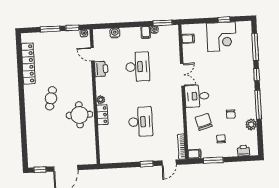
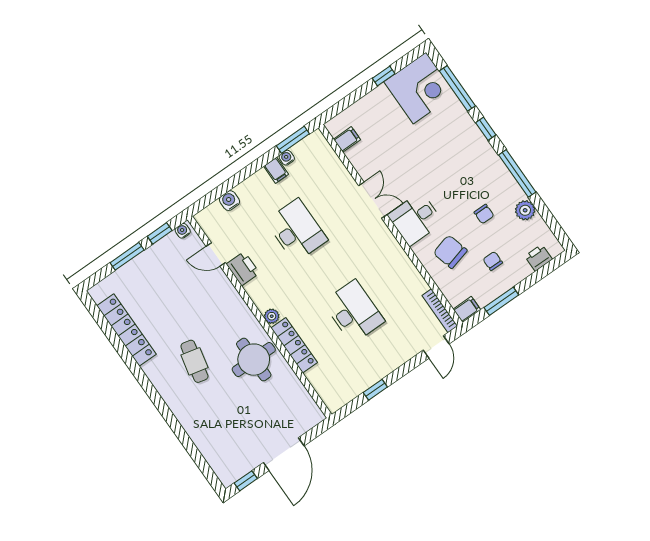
corner desk: (222, 37) -> (420, 88), moved
locker: (102, 115) -> (294, 345), width x1.53
window: (147, 164) -> (375, 390), moved

